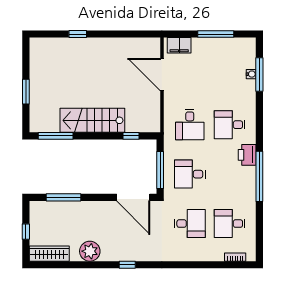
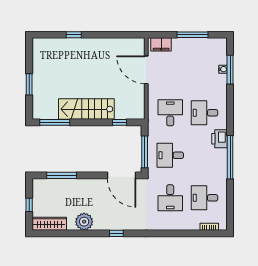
desk: (190, 125) -> (170, 113), turned 180
desk: (190, 224) -> (170, 198), turned 90

